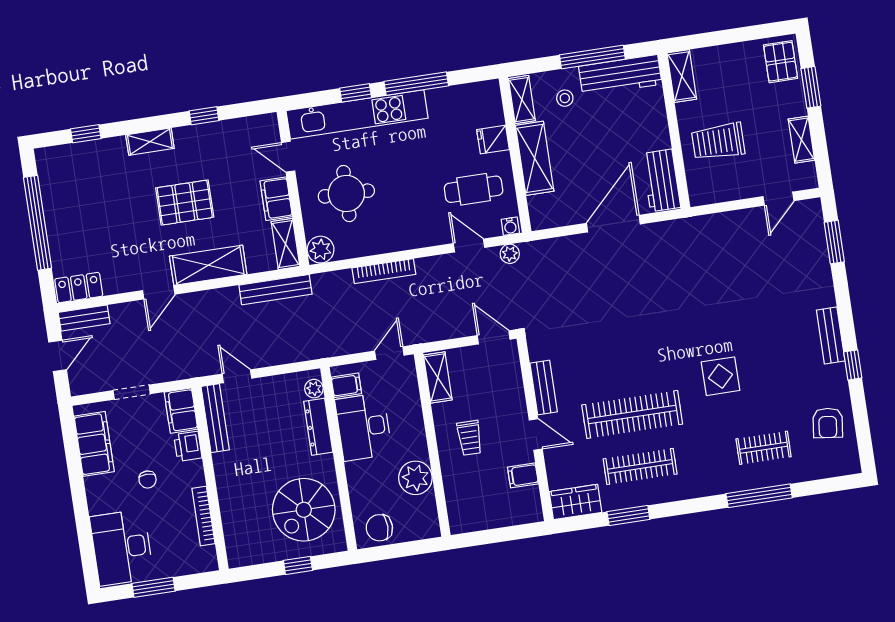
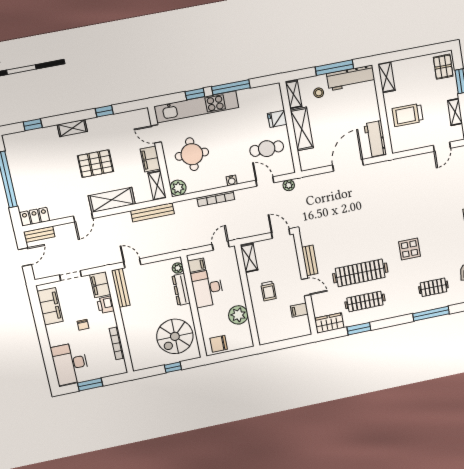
water cooler: (510, 226) -> (232, 180), moved

